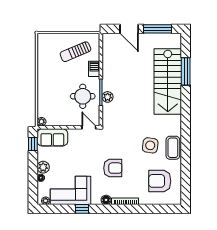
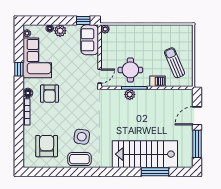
armchair: (113, 168) -> (49, 94), moved

